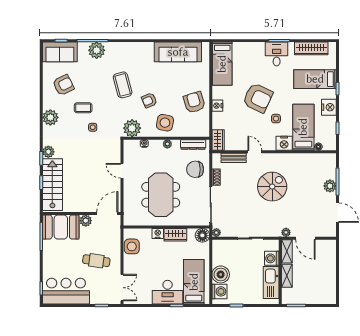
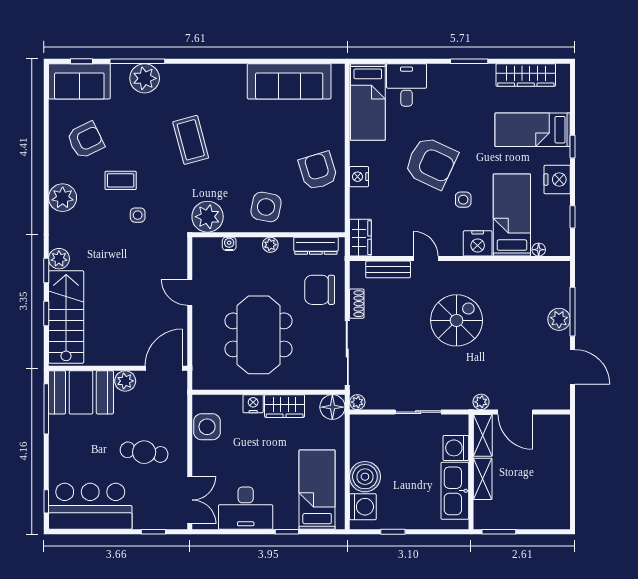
desk: (277, 54) -> (407, 85), moved
armchair: (149, 100) -> (238, 167), removed
desk: (168, 292) -> (246, 508), moved

